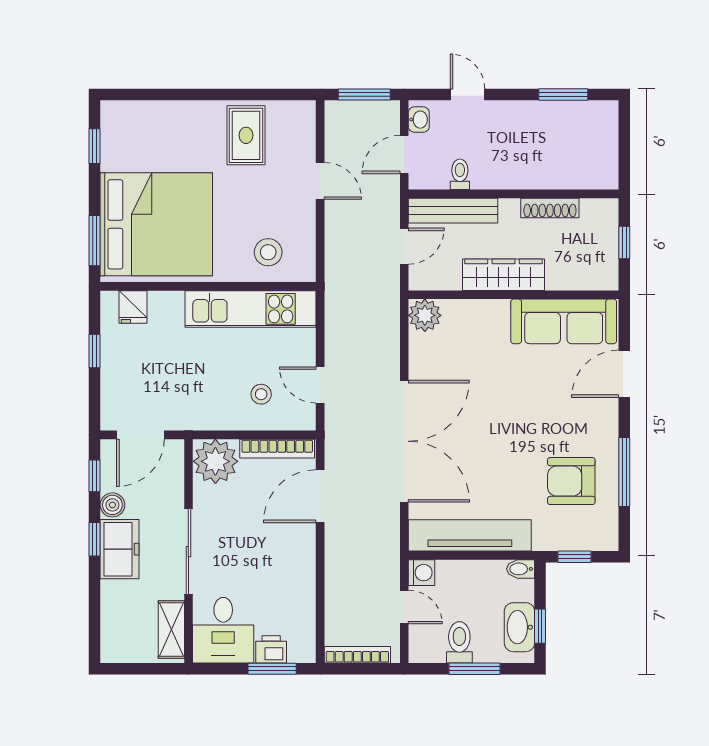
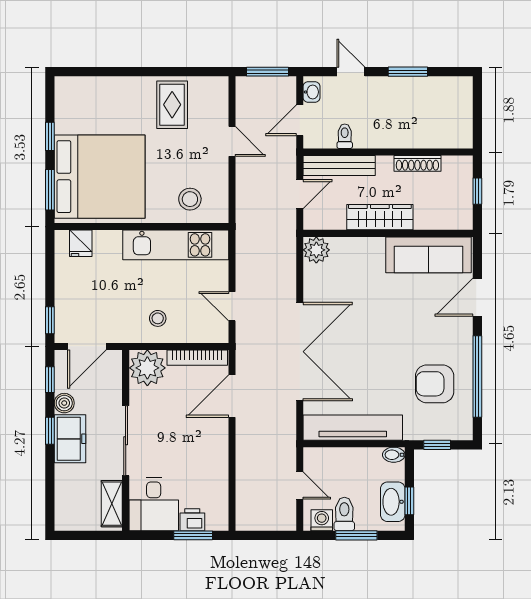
window: (563, 94) -> (408, 72), moved
window: (95, 146) -> (50, 136), moved
window: (95, 351) -> (50, 320), moved
stool: (261, 394) -> (158, 318), moved
window: (624, 472) -> (477, 377), width x1.46
washing machine: (421, 573) -> (322, 520), moved, turned -90
bookcase: (357, 655) -> (262, 524), removed

